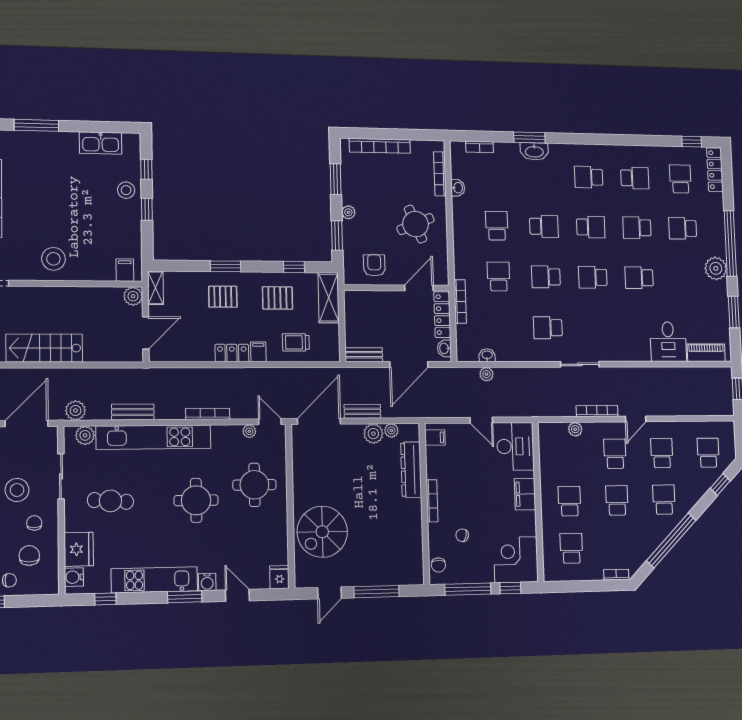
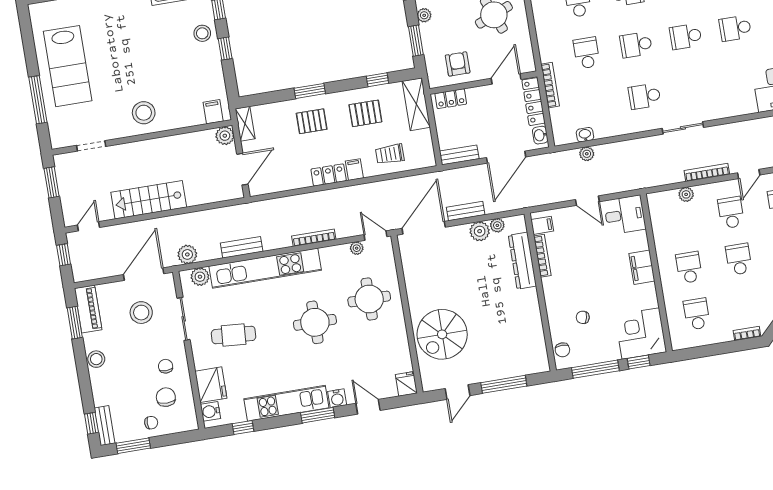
locker: (363, 298) -> (451, 99), added
desk: (515, 446) -> (625, 215), width x0.73
stool: (17, 490) -> (141, 313), moved
bookcase: (432, 501) -> (542, 256), moved

